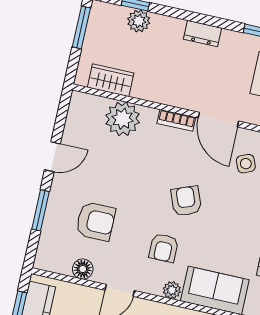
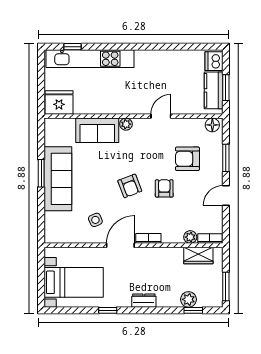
bookcase: (89, 101) -> (210, 239), added
plant: (123, 119) -> (190, 237), width x0.53, depth x0.53
door: (218, 120) -> (120, 245), hinge flipped
armchair: (164, 248) -> (164, 188), moved
floor lamp: (83, 269) -> (212, 125), moved

